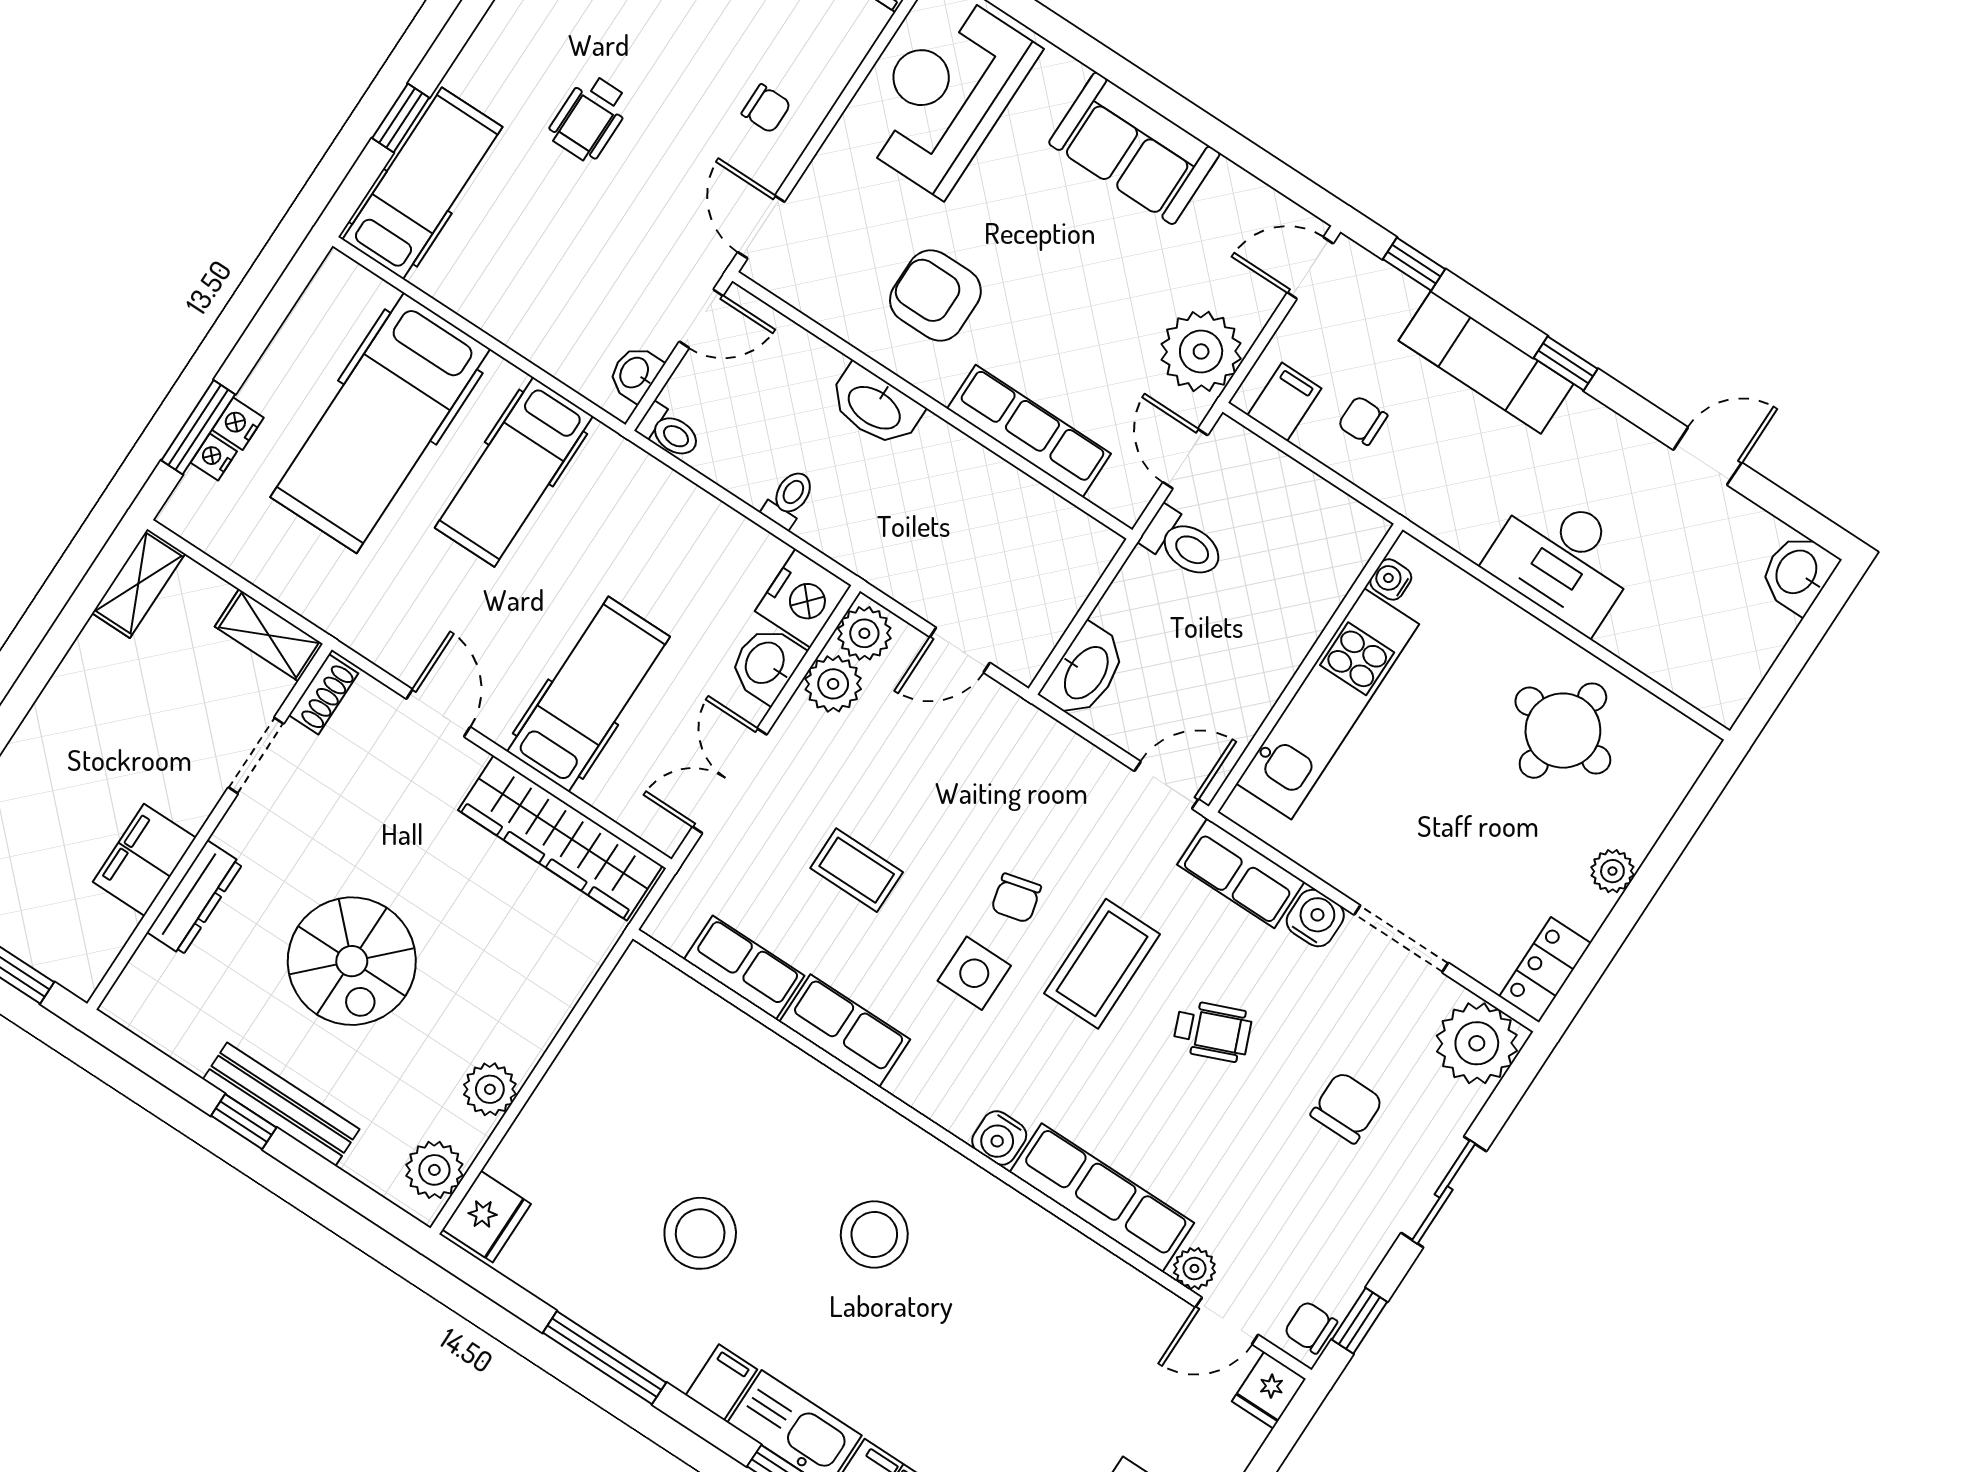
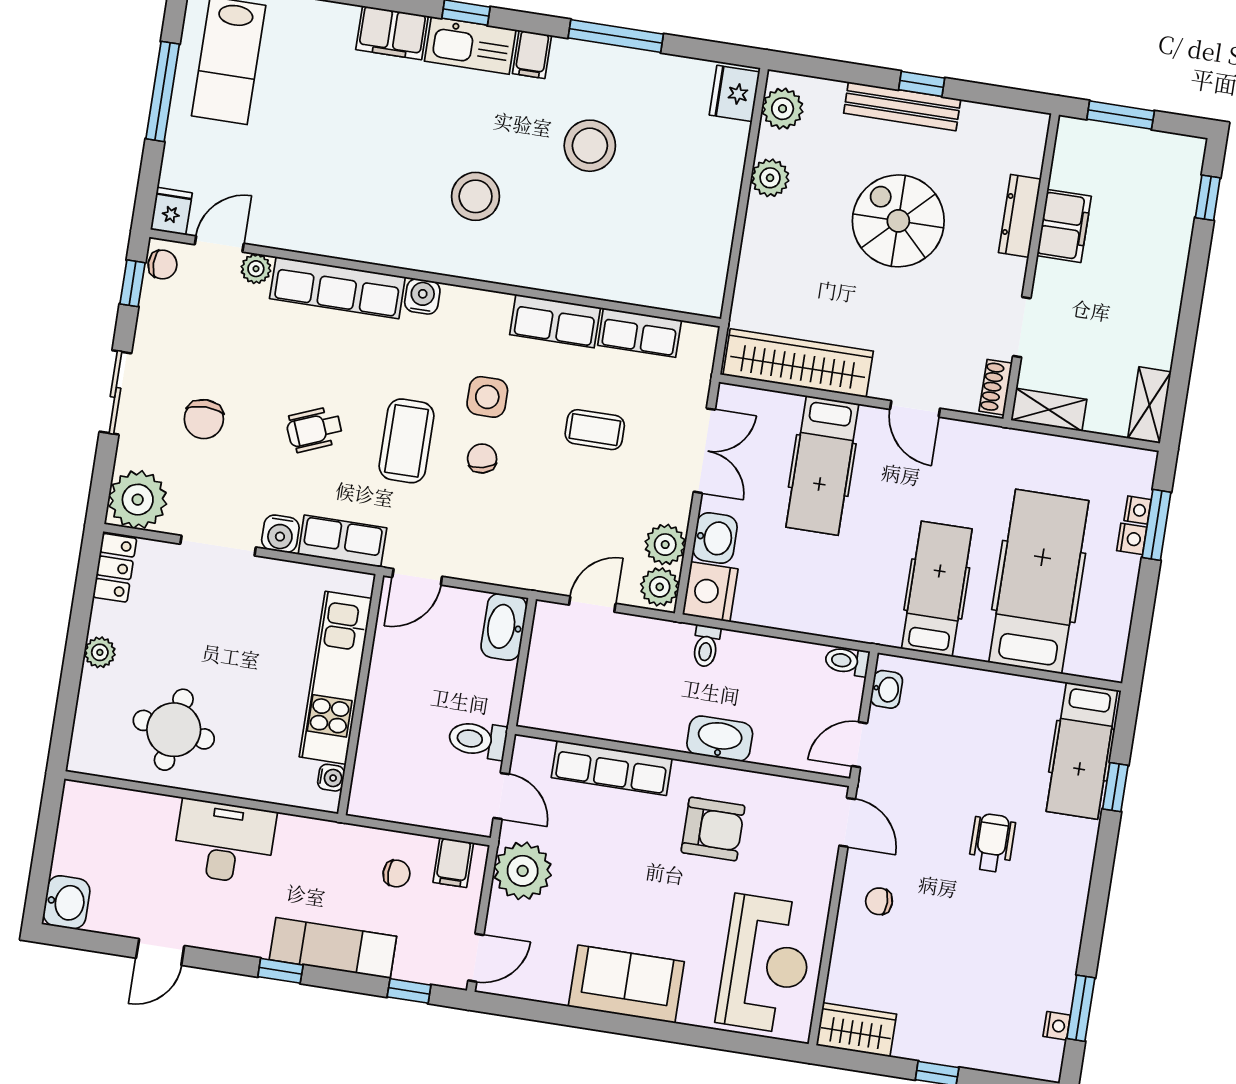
toilet: (789, 499) -> (706, 646), moved

